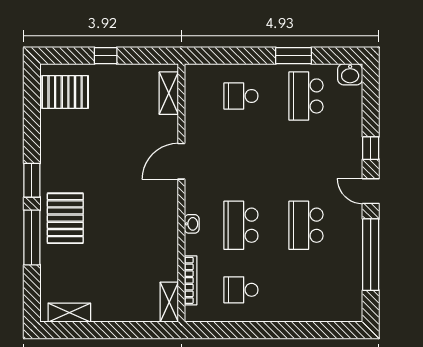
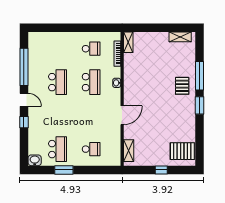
pallet: (65, 218) -> (182, 86), width x0.67, depth x0.71

